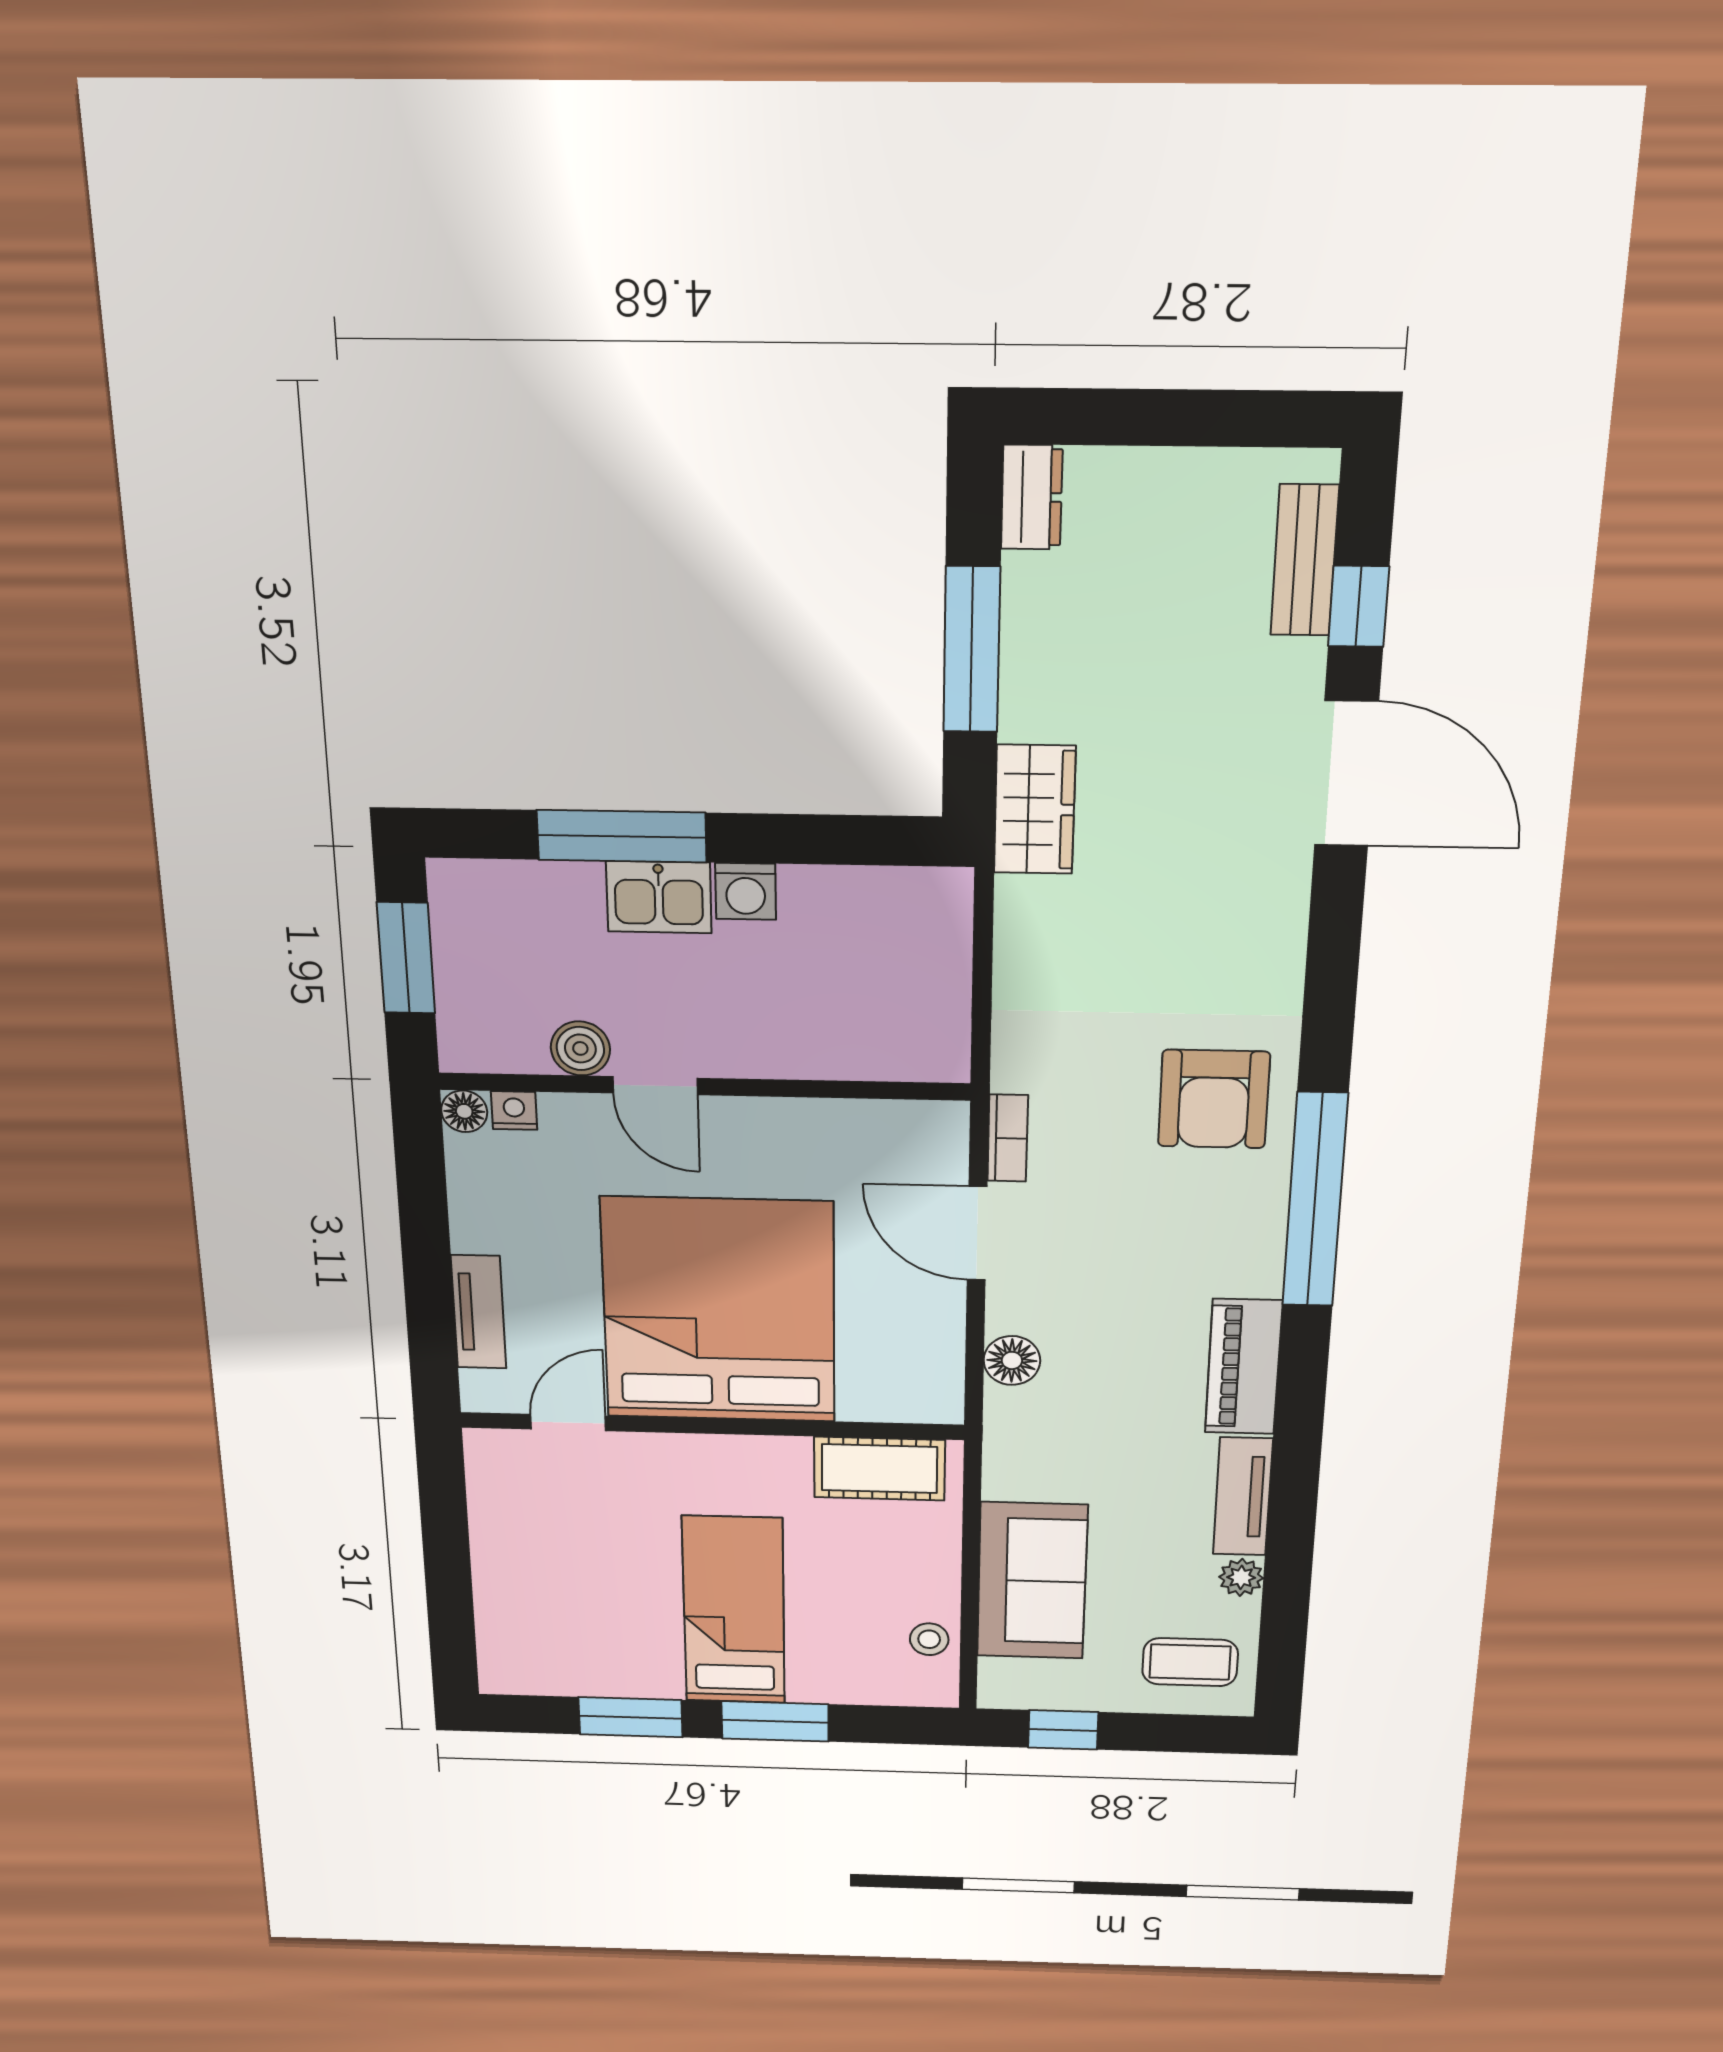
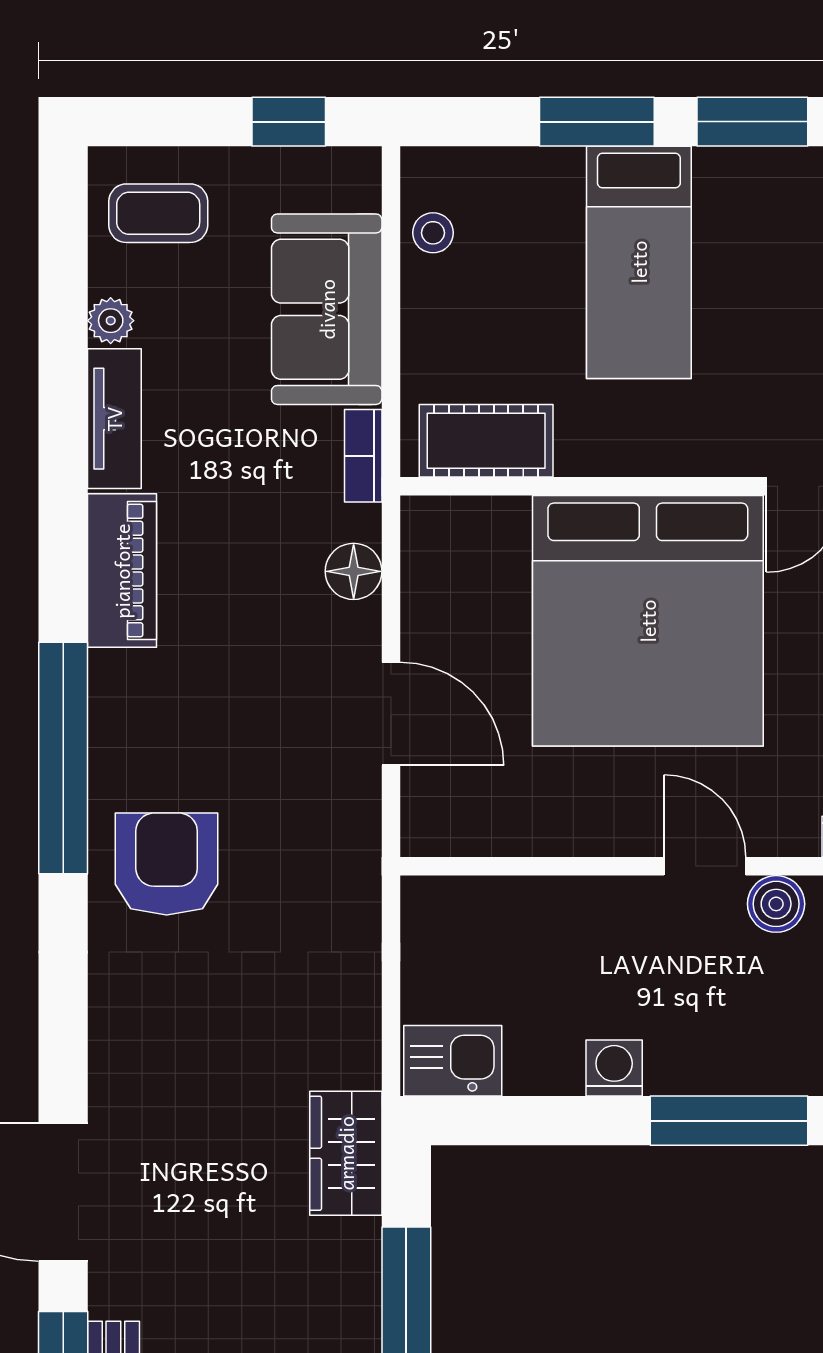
kitchen sink: (659, 897) -> (453, 1061), moved
bookcase: (1008, 1138) -> (363, 456), moved

